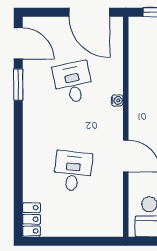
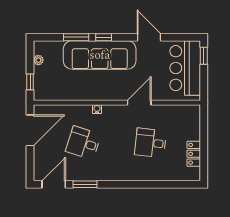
desk: (73, 82) -> (83, 143), turned 30
locker: (32, 219) -> (194, 154), moved, turned -90

